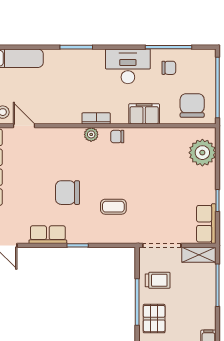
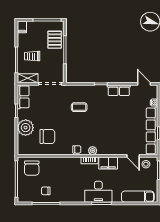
desk: (128, 66) -> (98, 192), moved
filing cabinet: (144, 114) -> (108, 163), moved
plant: (202, 153) -> (26, 128), moved
chair: (68, 193) -> (47, 136), moved
trolley: (158, 280) -> (32, 56), moved

